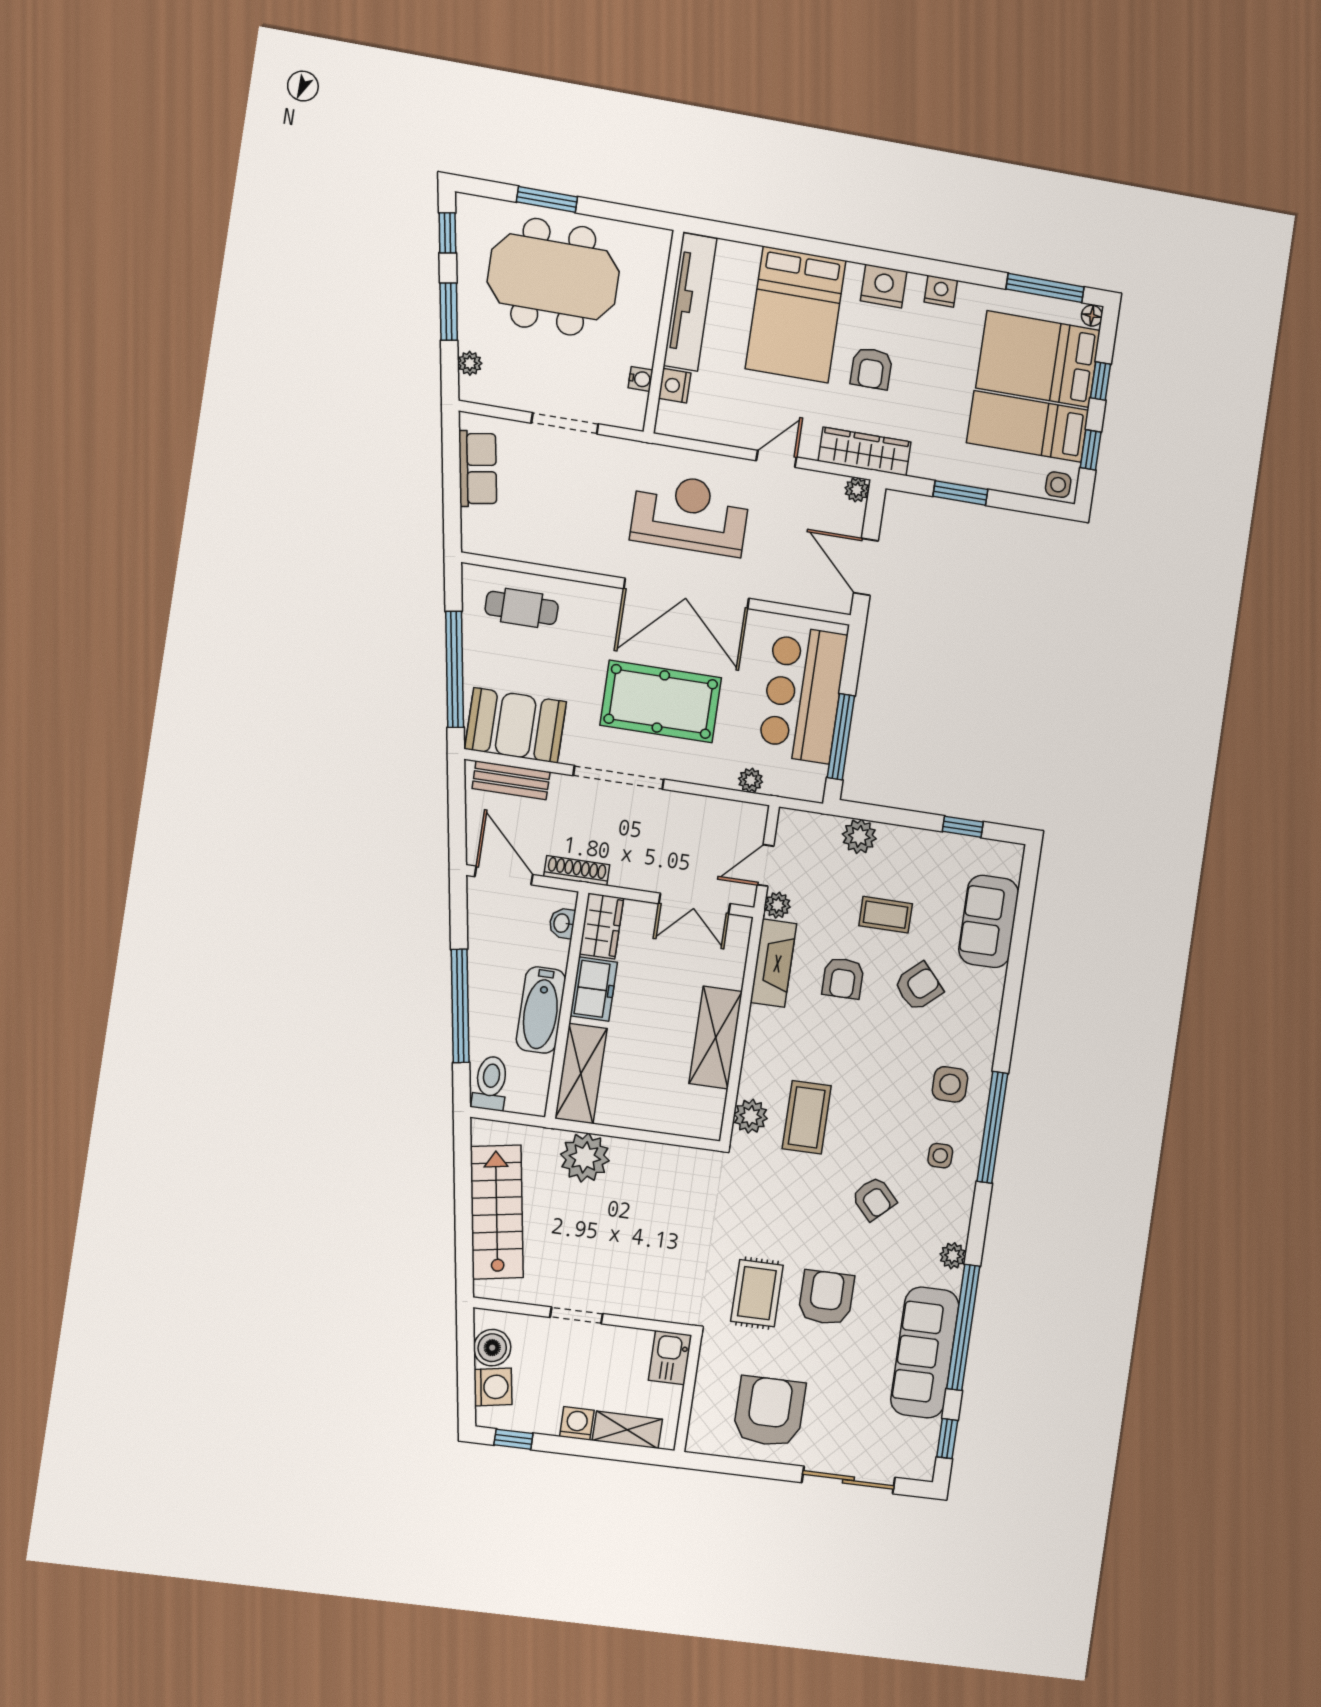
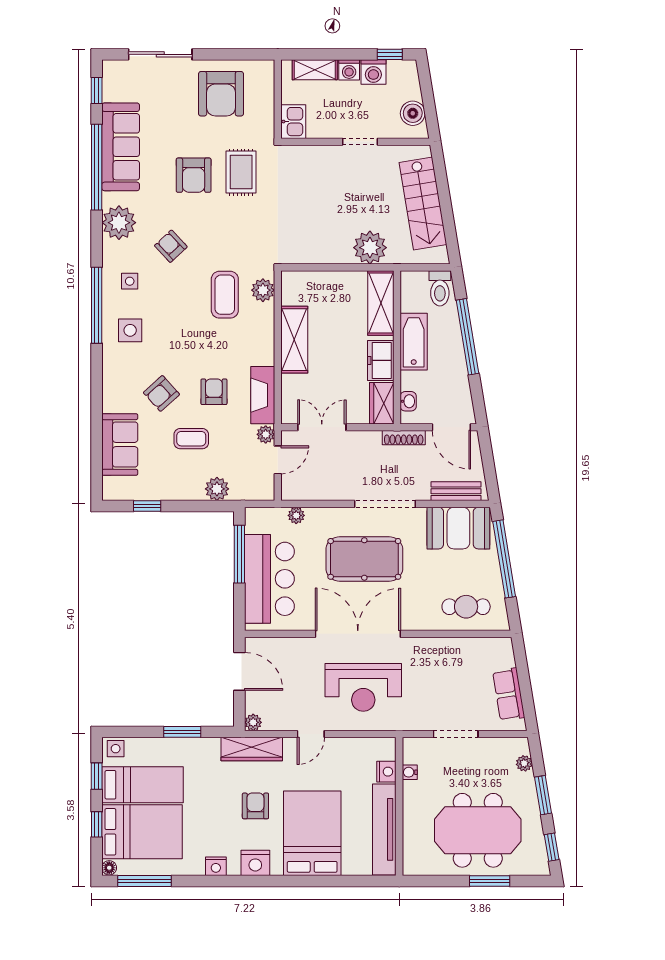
plant: (953, 1256) -> (119, 223), width x1.87, depth x1.87
washing machine: (493, 1387) -> (373, 72), moved, turned -81

